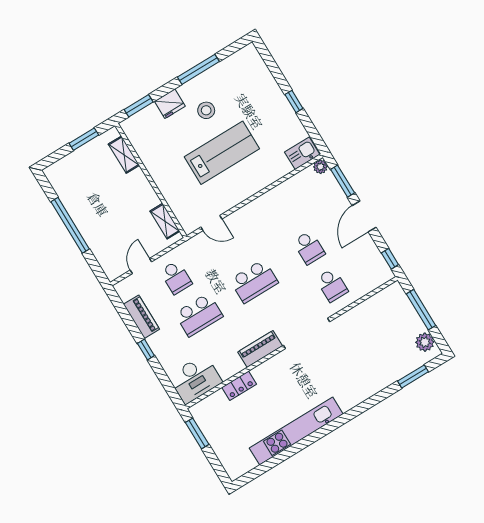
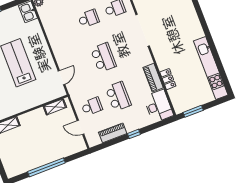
piano: (260, 349) -> (153, 78), moved
kitchen unit: (296, 431) -> (211, 68), moved

